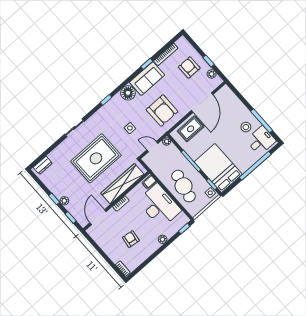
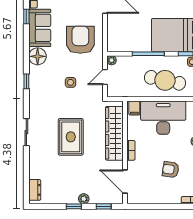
armchair: (162, 111) -> (80, 40), turned -90
rug: (191, 129) -> (119, 29), removed
rug: (96, 158) -> (71, 137), width x0.73, depth x0.69

